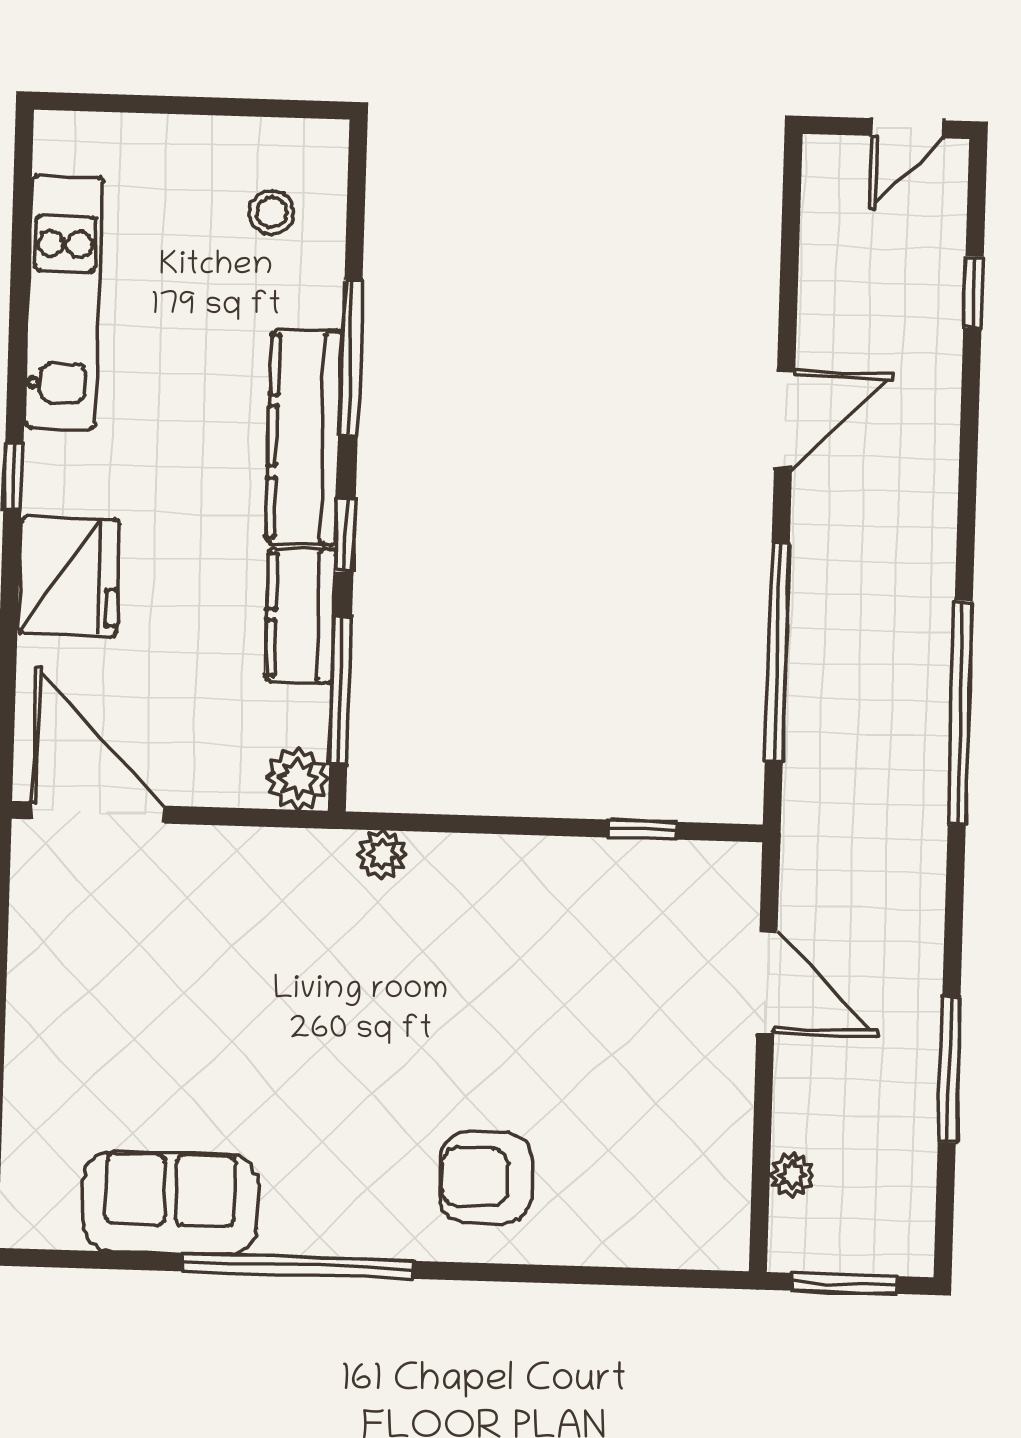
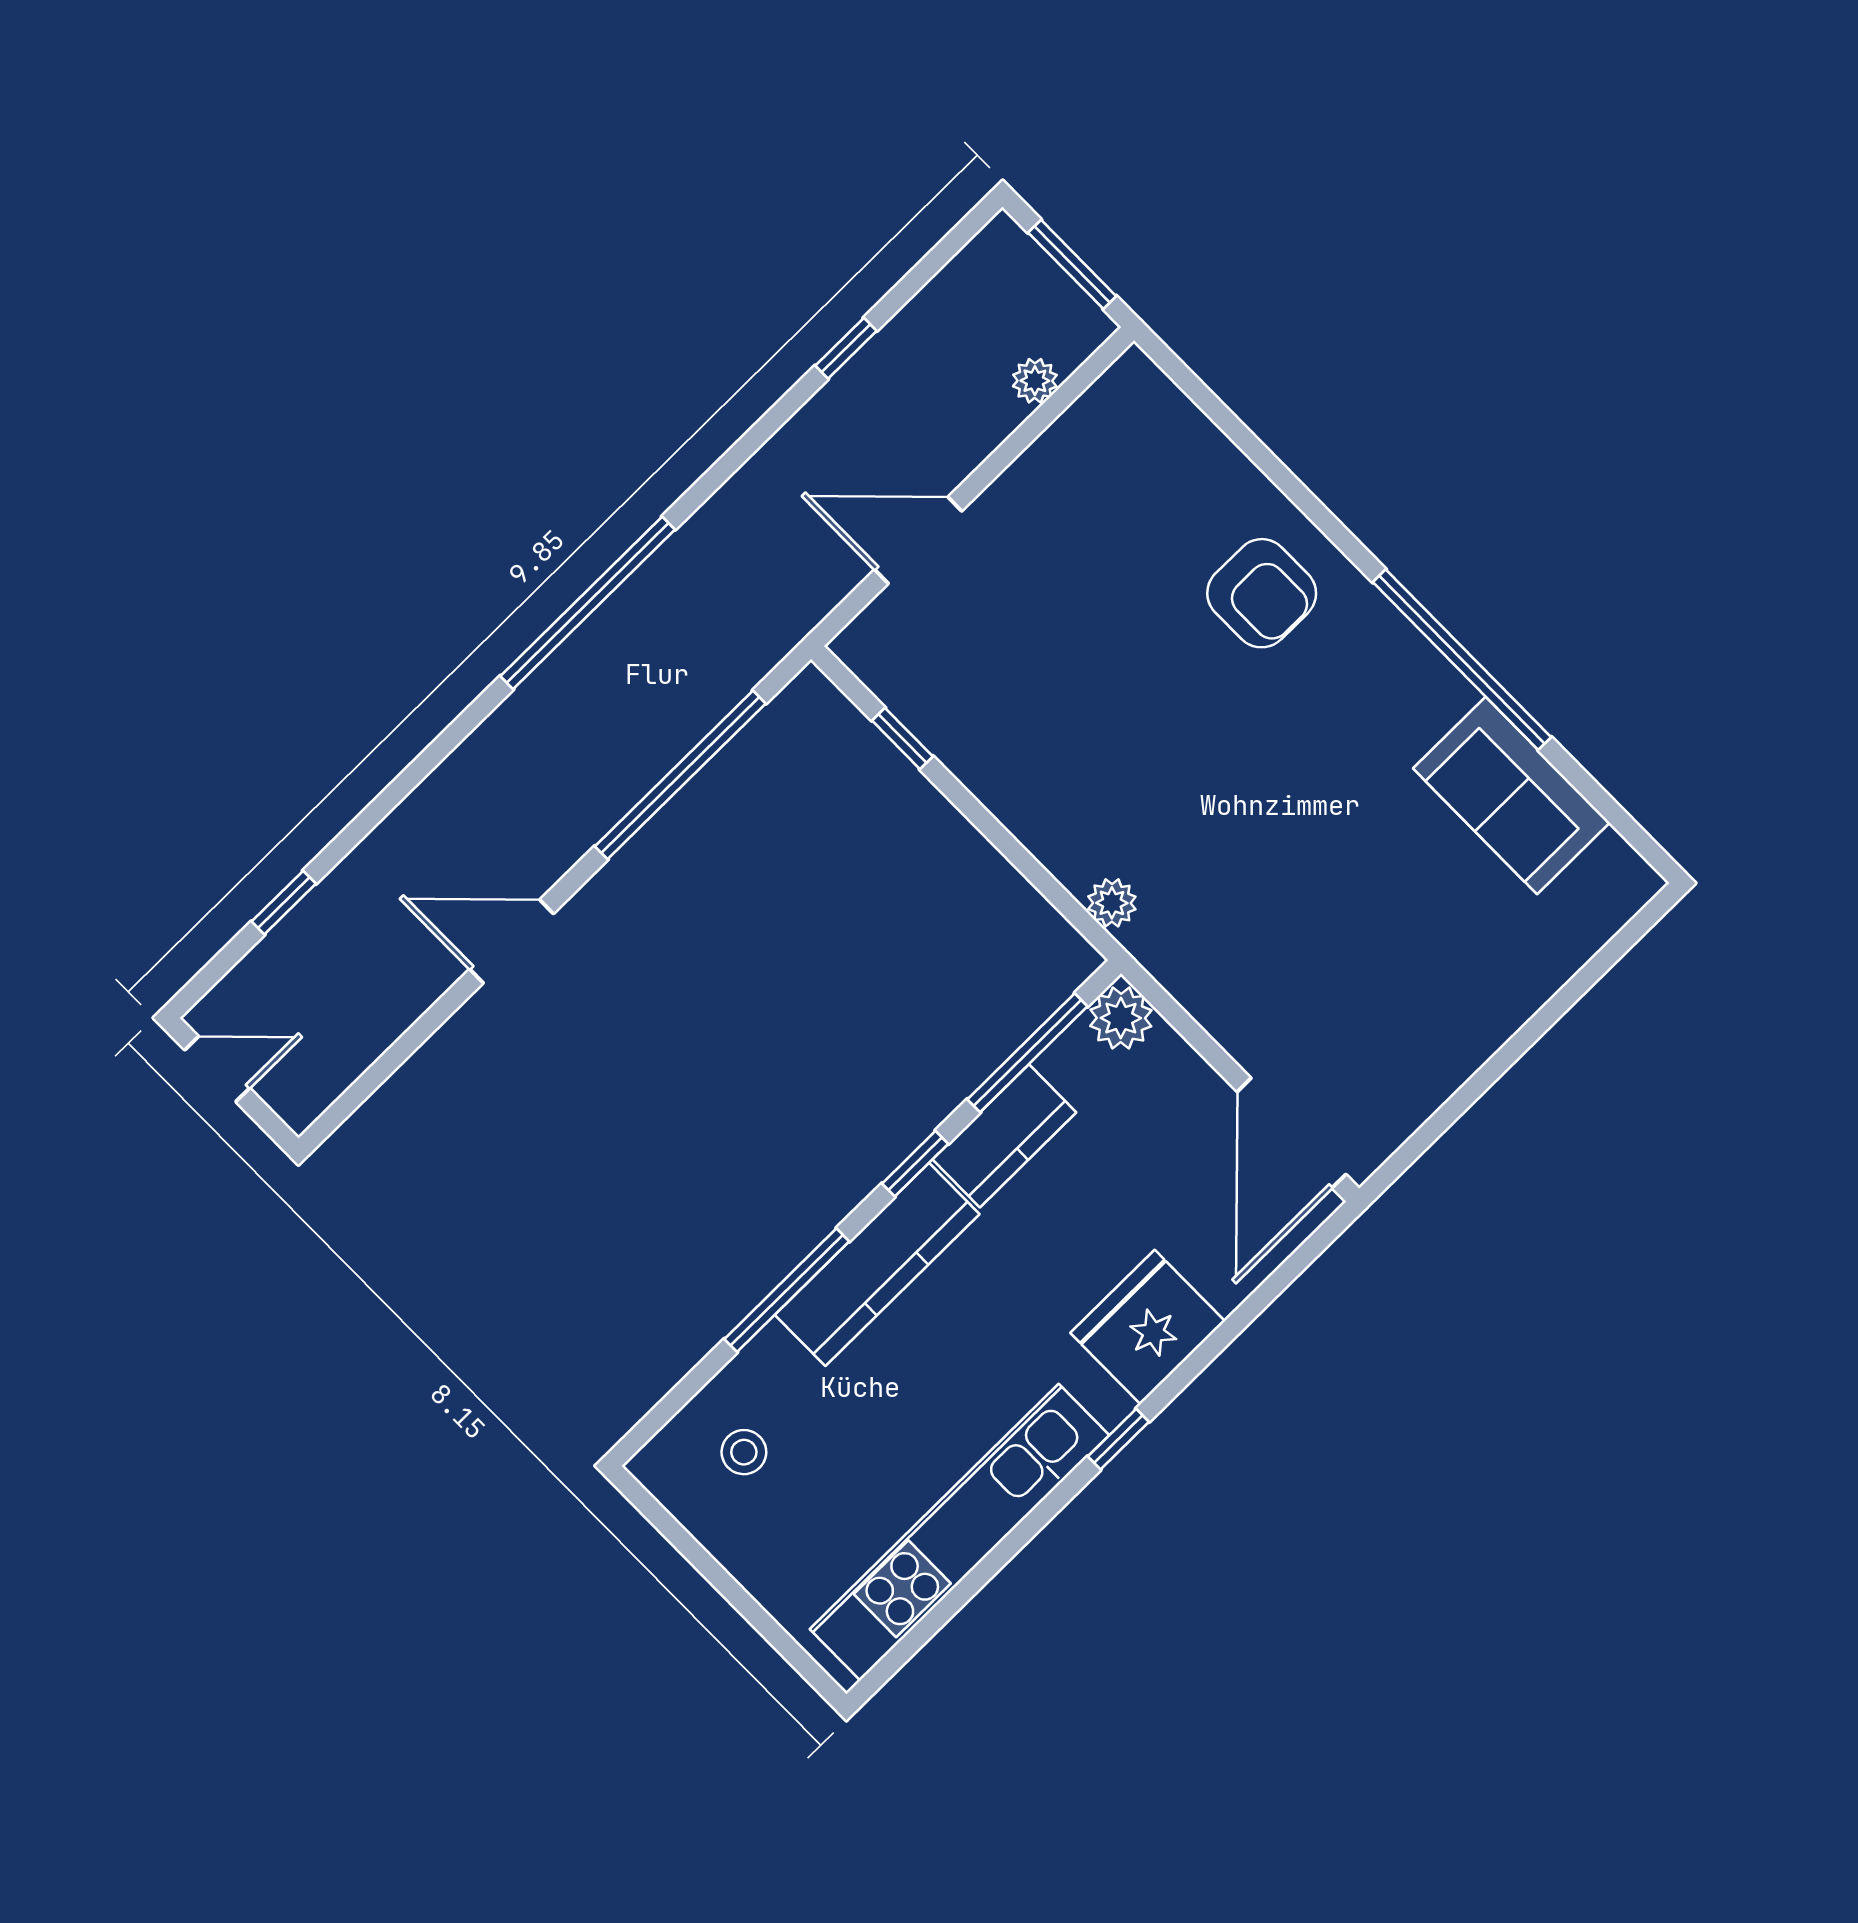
kitchen unit: (63, 302) -> (960, 1532), width x1.36
door: (767, 982) -> (918, 540), hinge flipped
window: (949, 1070) -> (846, 348), width x0.46

